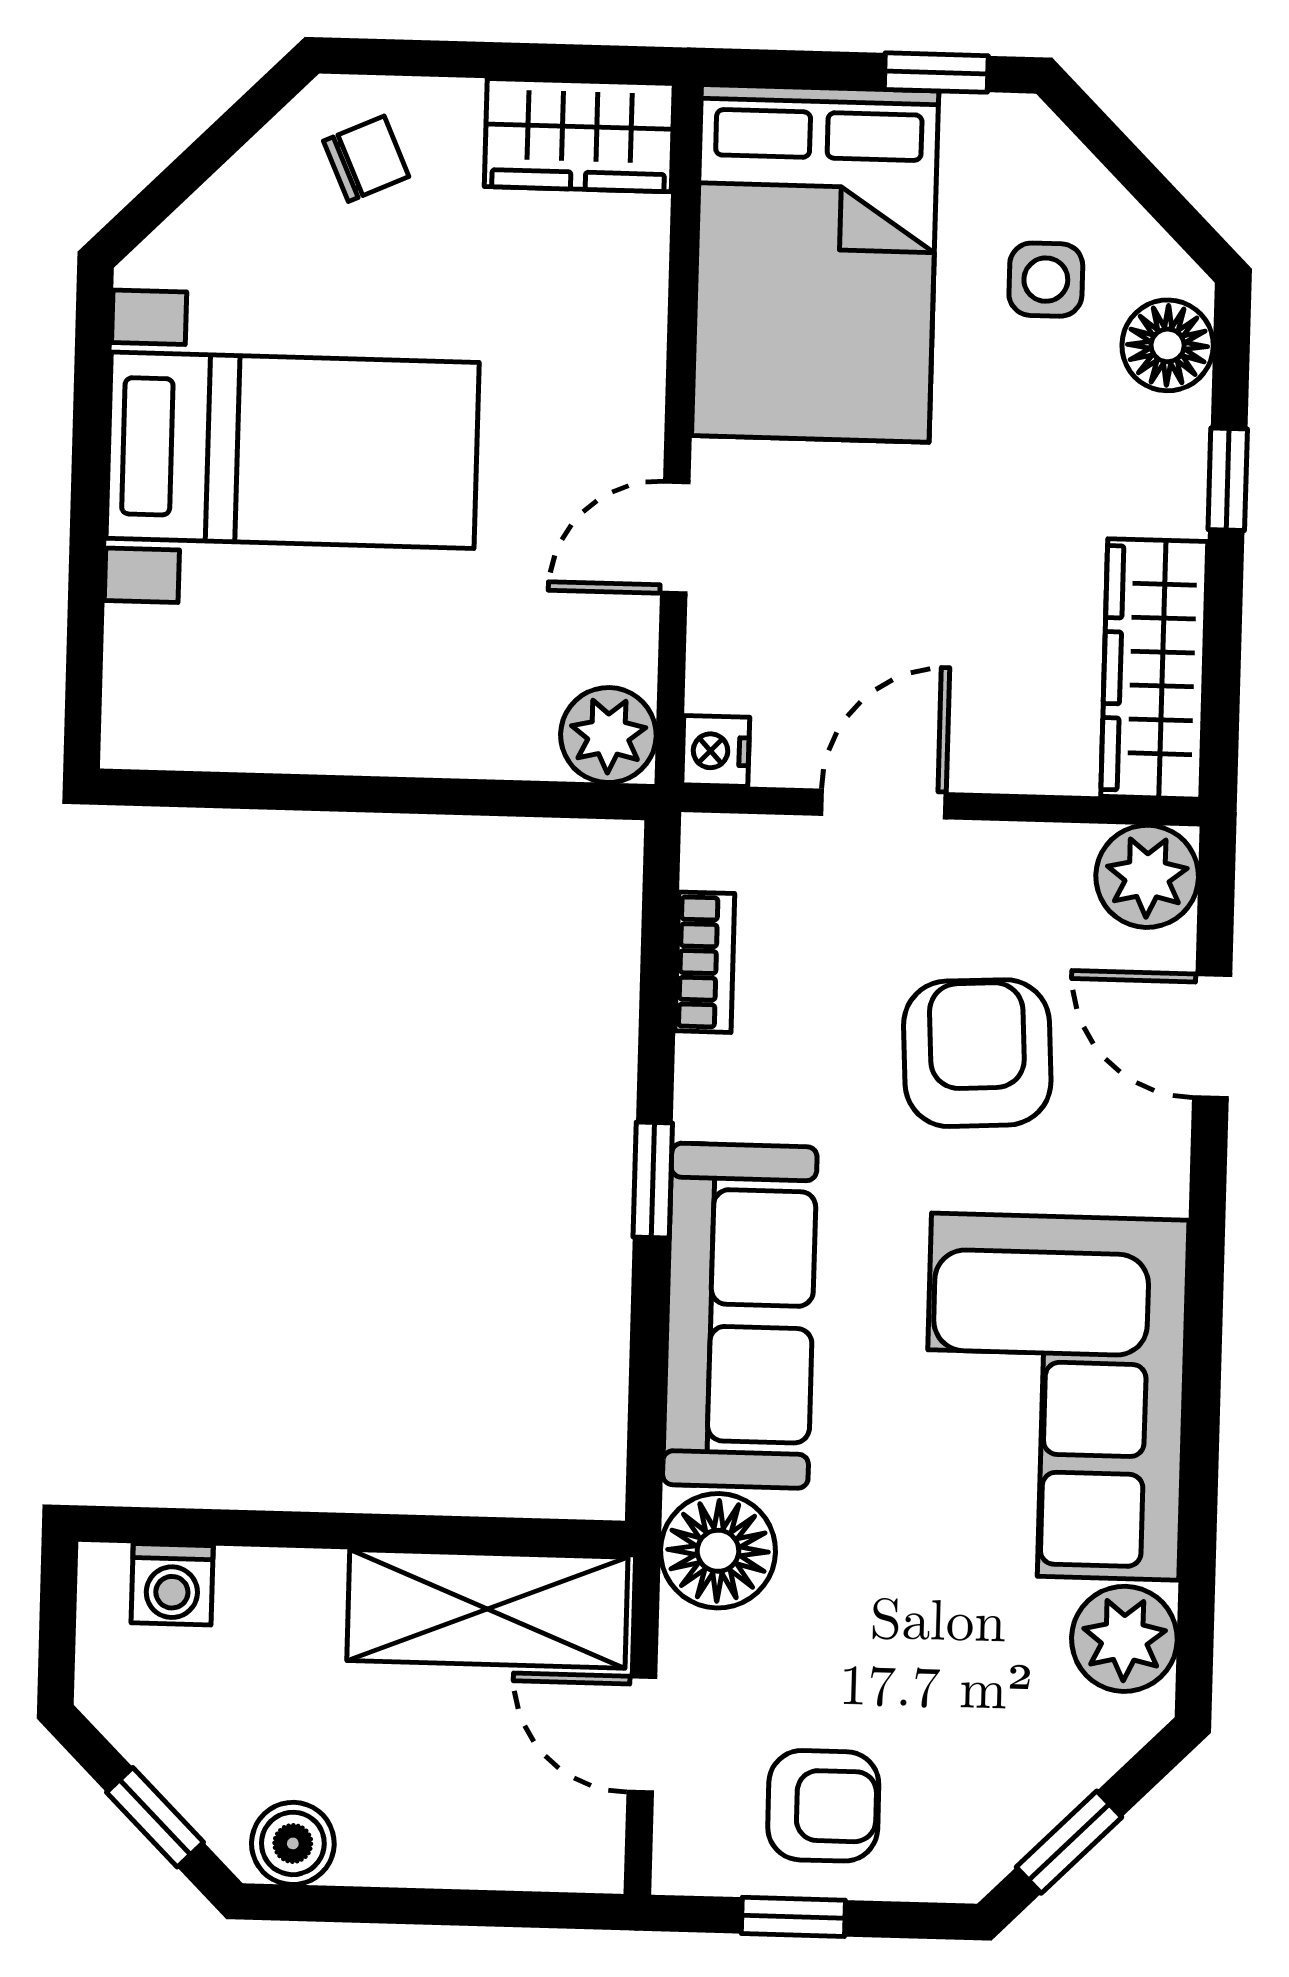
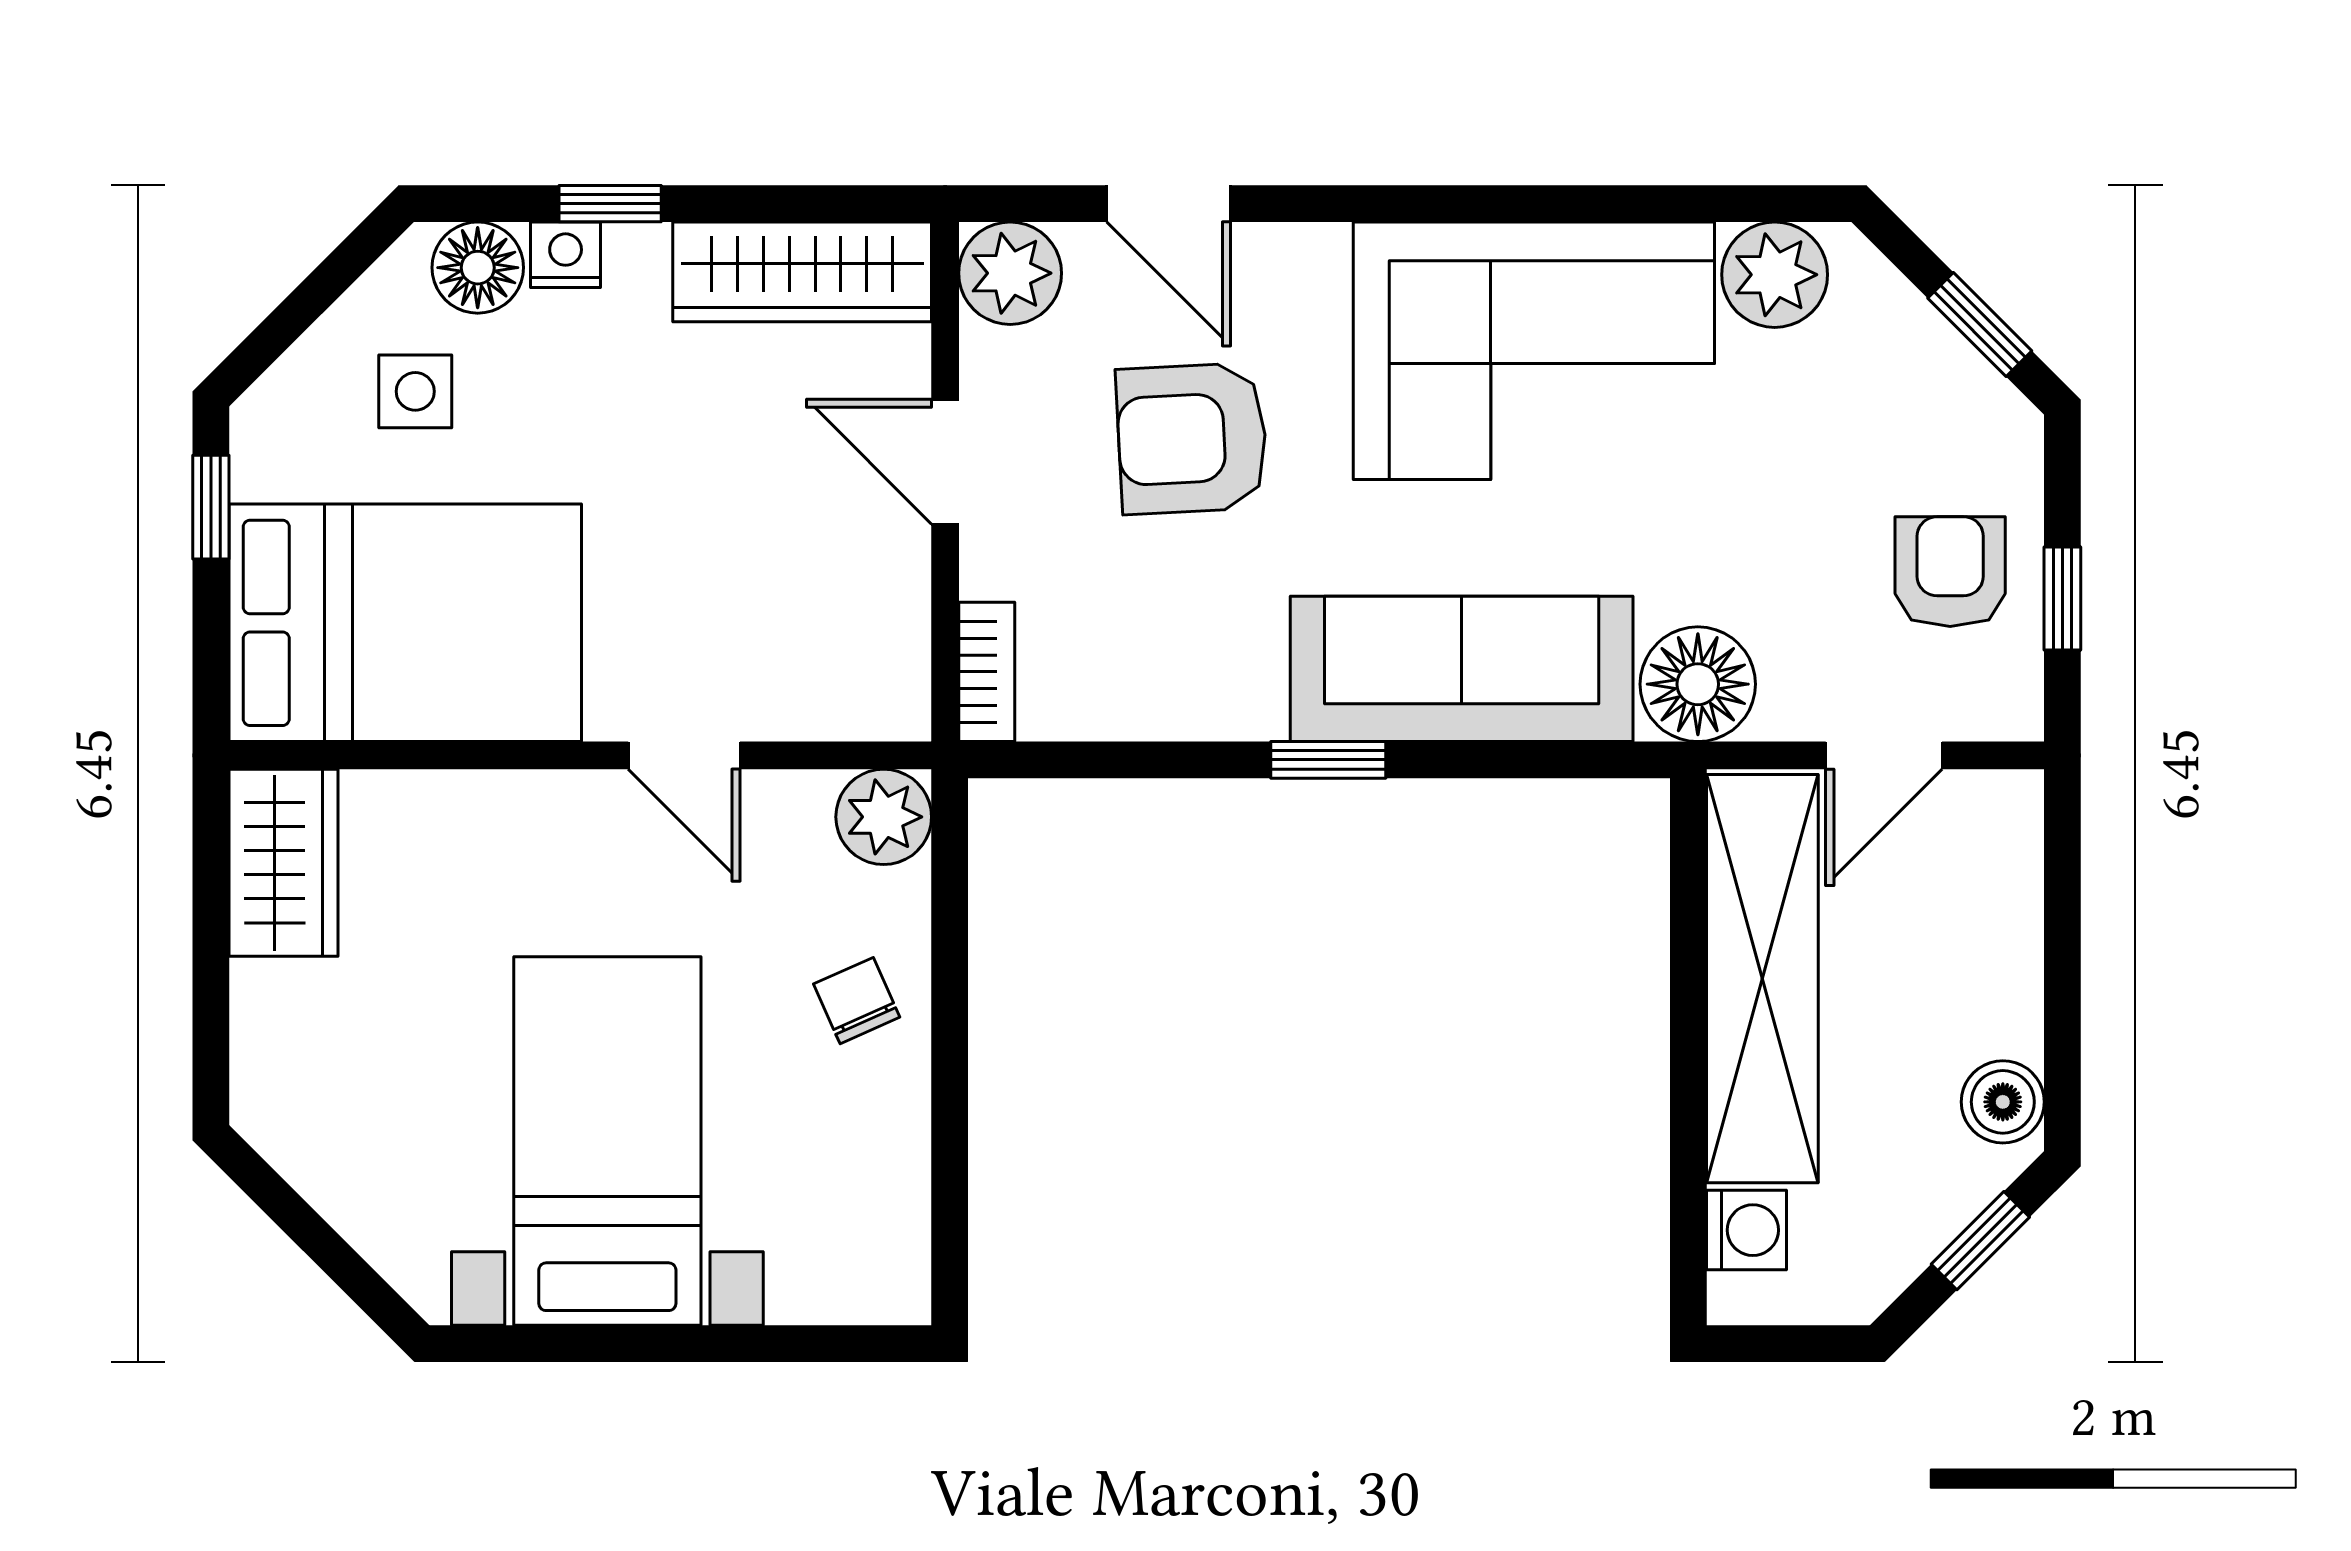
chair: (366, 159) -> (857, 1001), moved
nightstand: (716, 751) -> (566, 255), moved, turned 180
door: (884, 804) -> (945, 462), moved
bookcase: (705, 962) -> (987, 672), moved, turned 90
door: (1212, 1036) -> (1169, 204), hinge flipped
shelving: (487, 1609) -> (1762, 979), width x1.47

